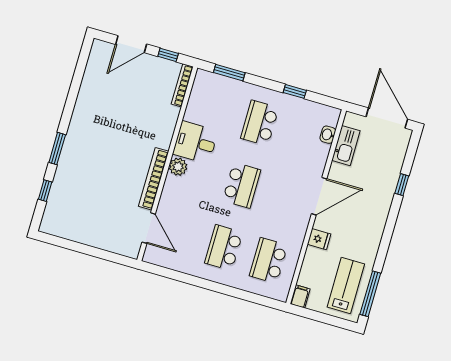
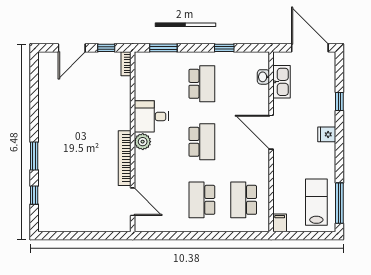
bookcase: (182, 85) -> (126, 64), width x0.64
school desk: (260, 123) -> (202, 84), turned 180
door: (319, 196) -> (271, 132), swing flipped
fridge: (319, 239) -> (327, 134), moved, turned 180

